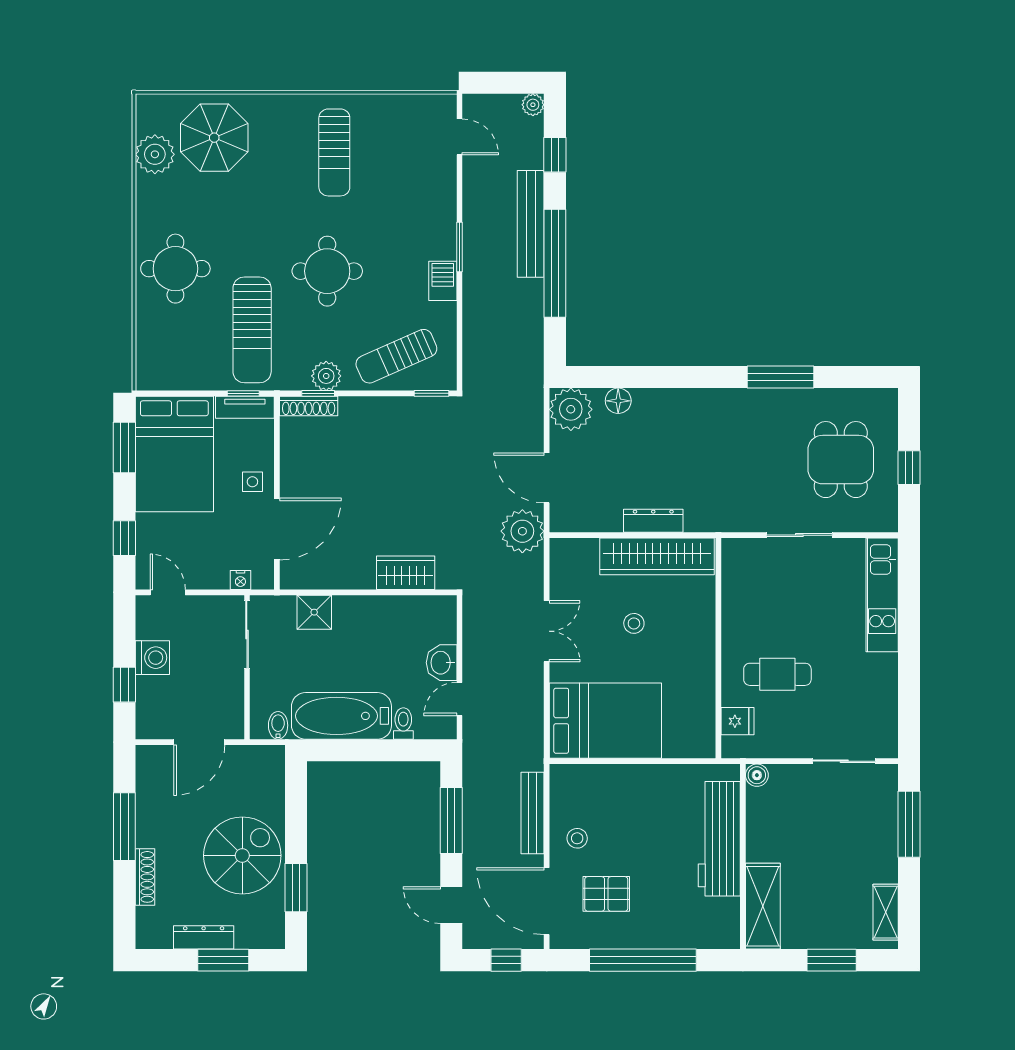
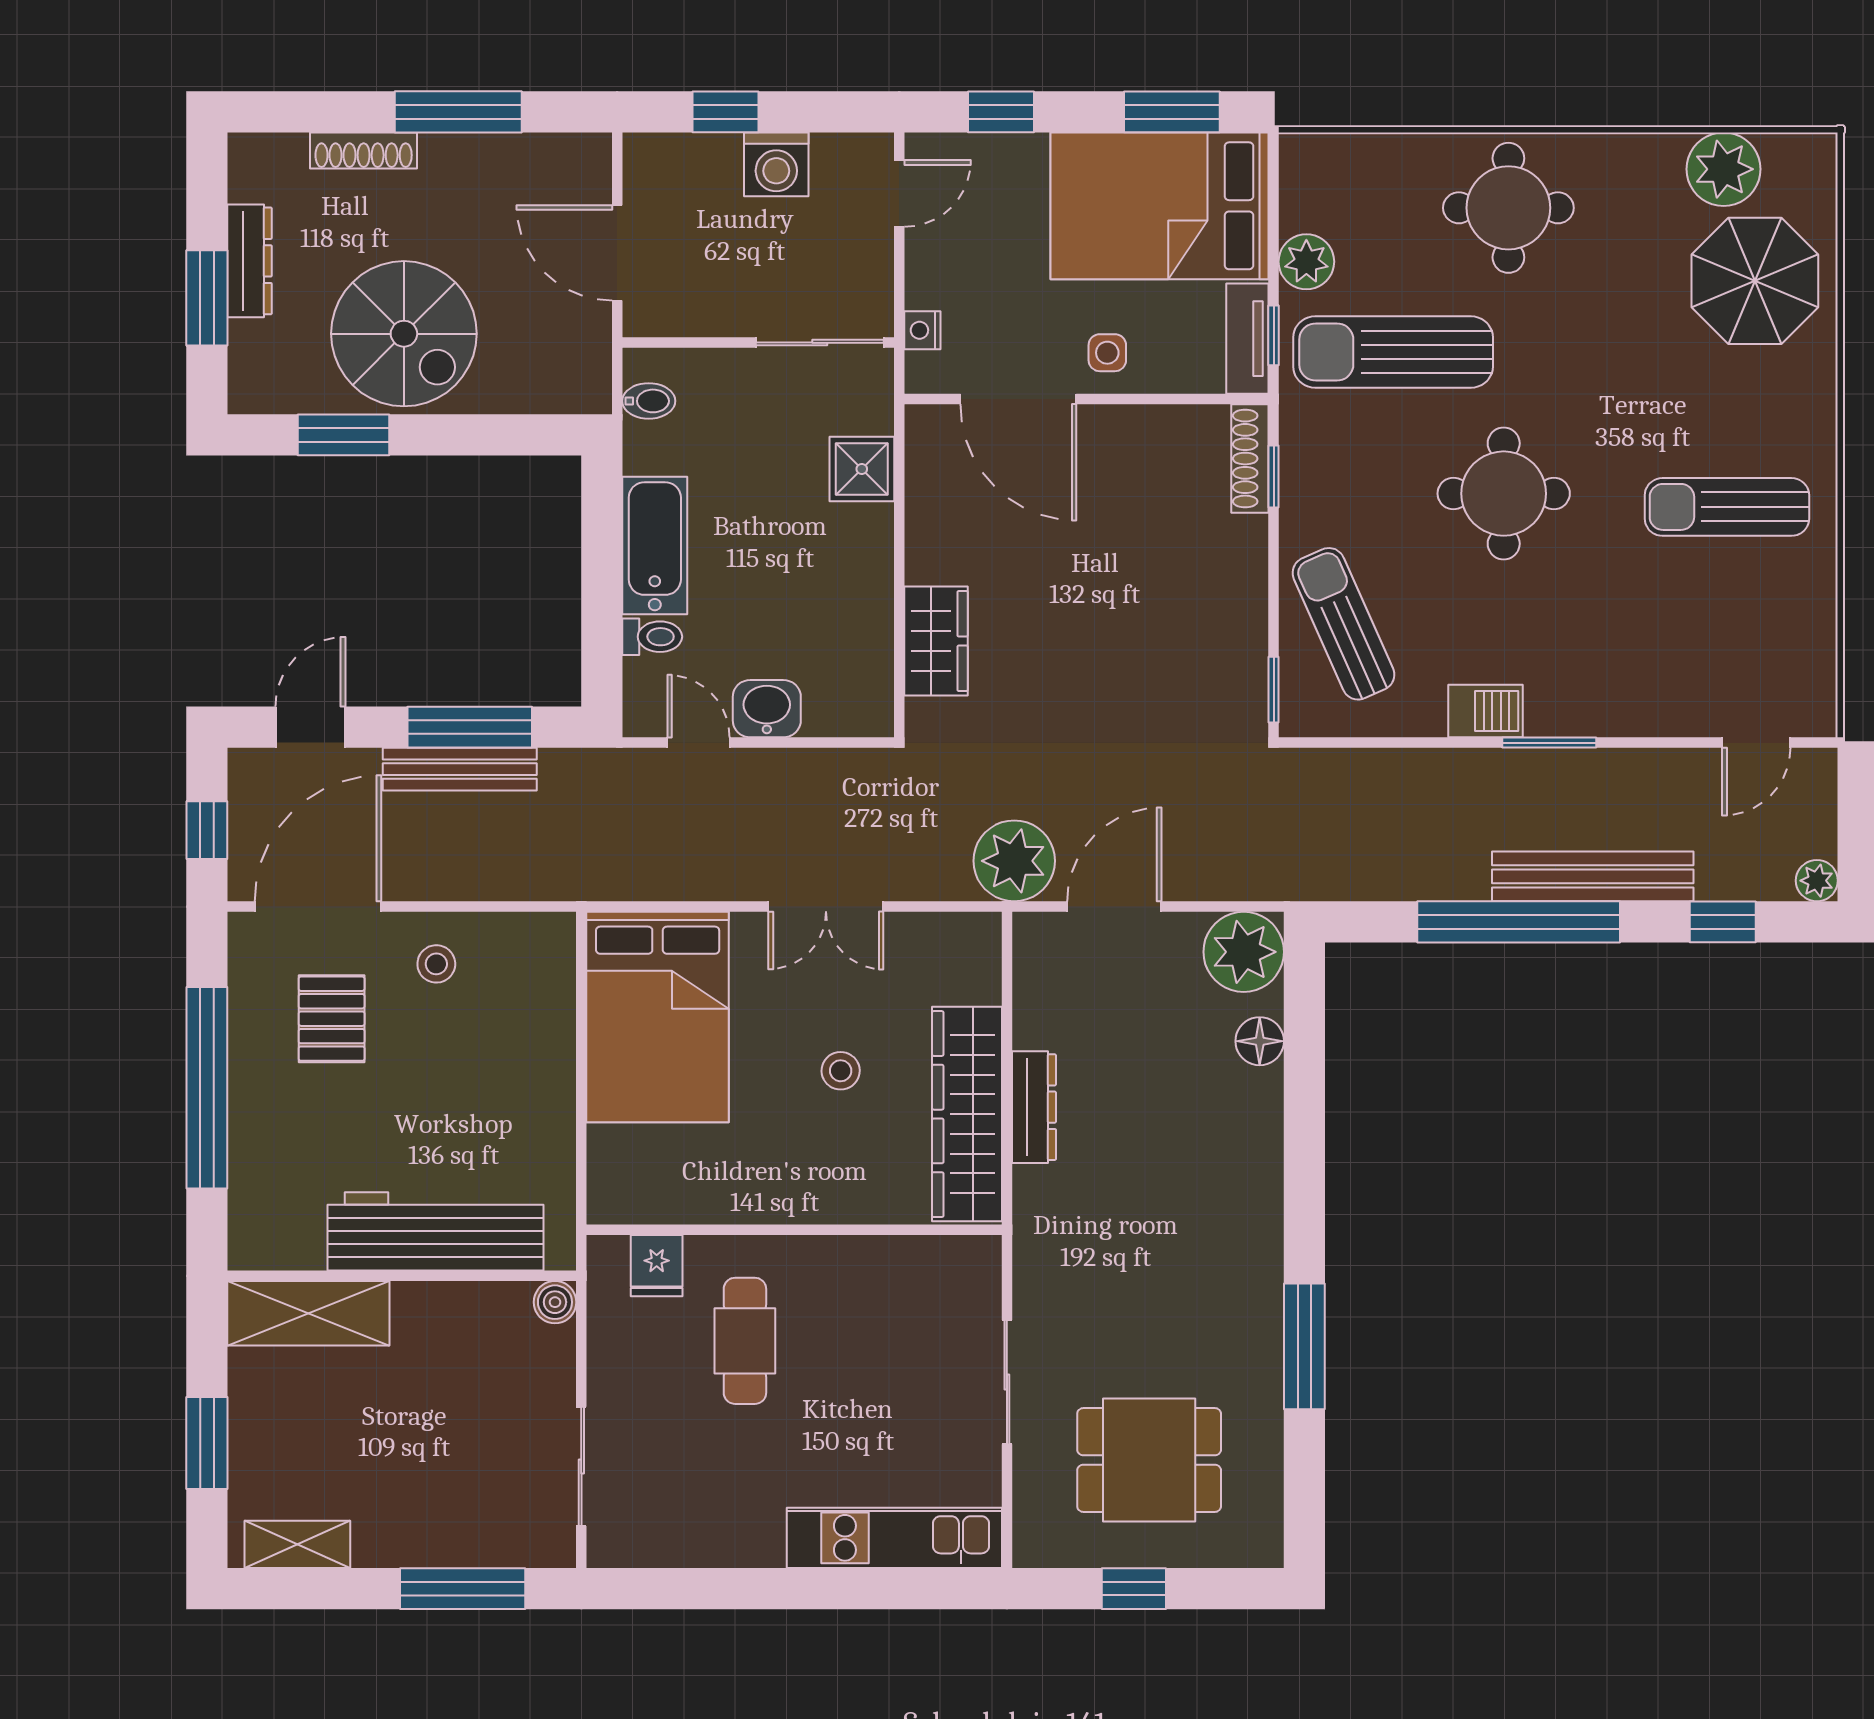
plant: (326, 376) -> (1306, 262), moved
bathtub: (341, 716) -> (655, 545), width x0.73, depth x0.73
bench: (533, 813) -> (460, 769), moved

